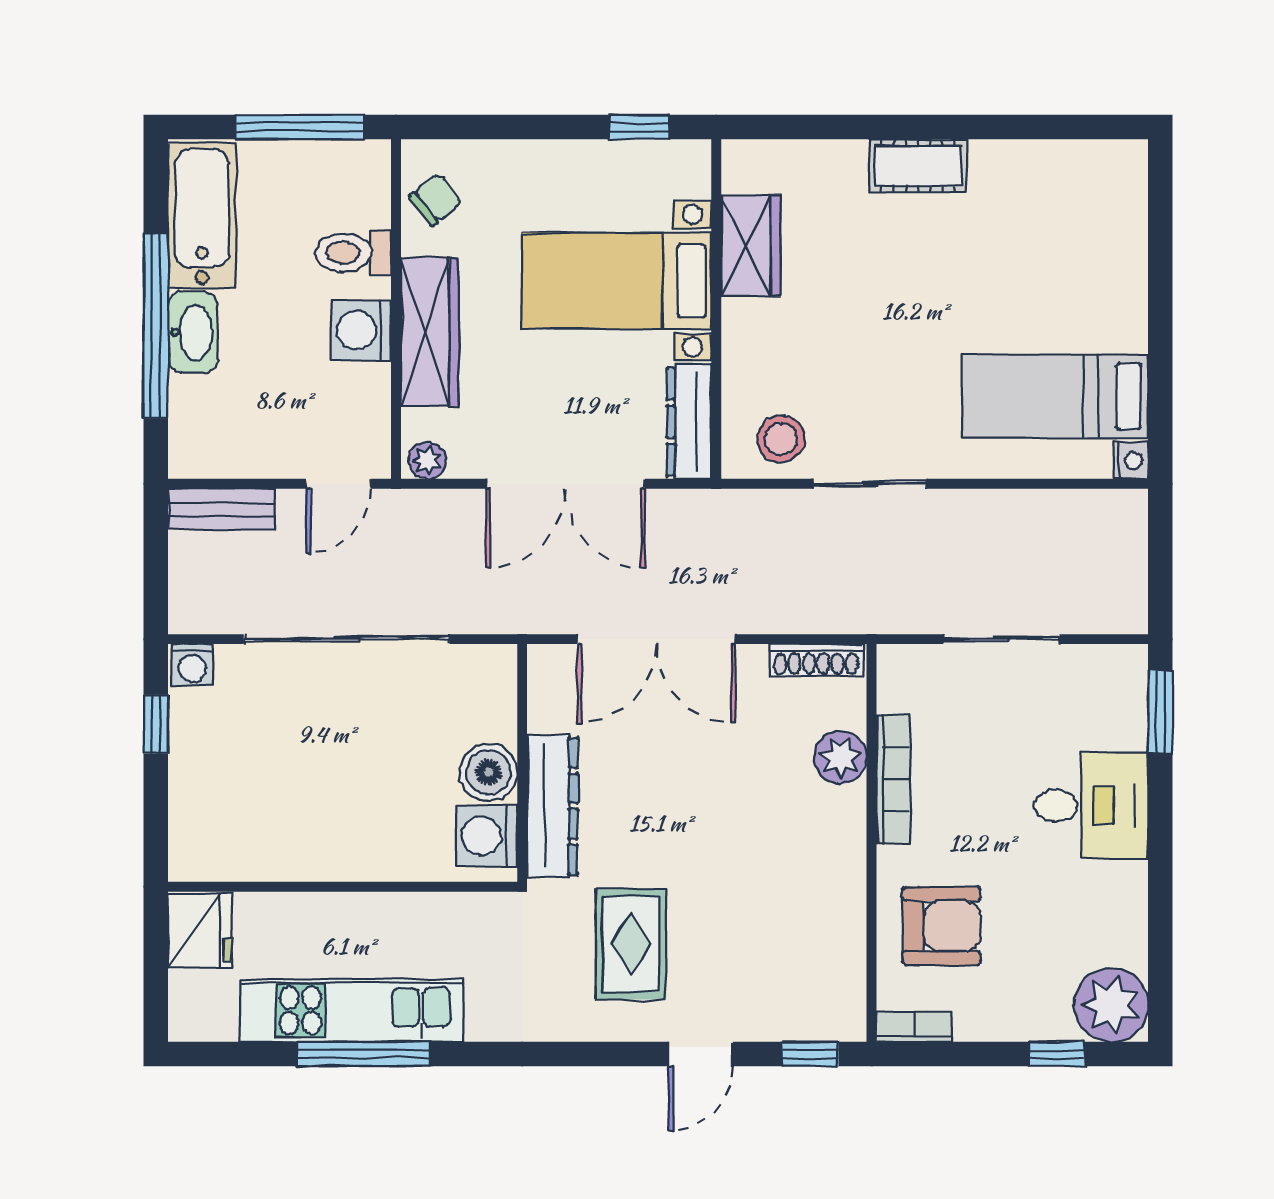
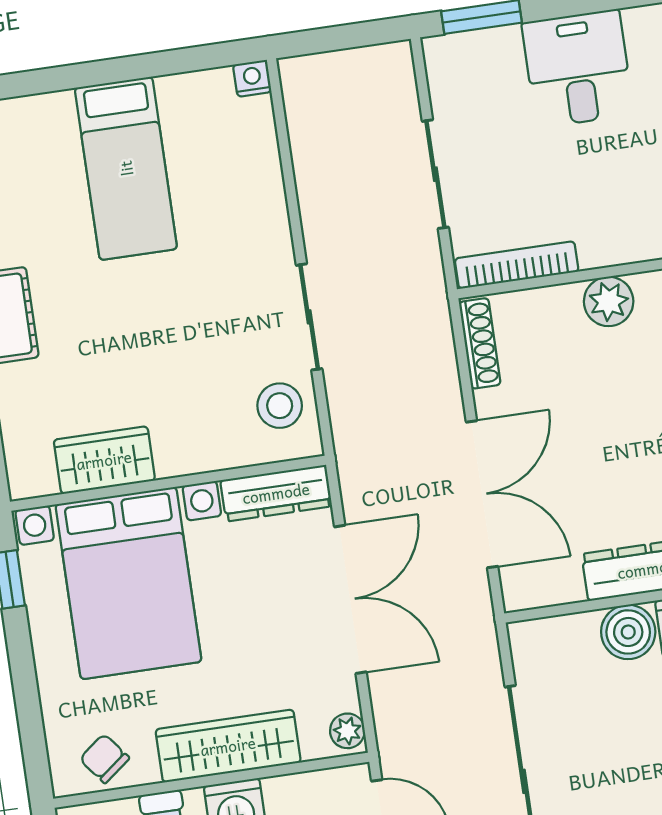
bed with nightstands: (617, 281) -> (128, 583), width x1.36
bed: (1055, 396) -> (126, 168), moved
plant: (840, 758) -> (609, 301), moved
bookcase: (893, 779) -> (517, 265), moved

